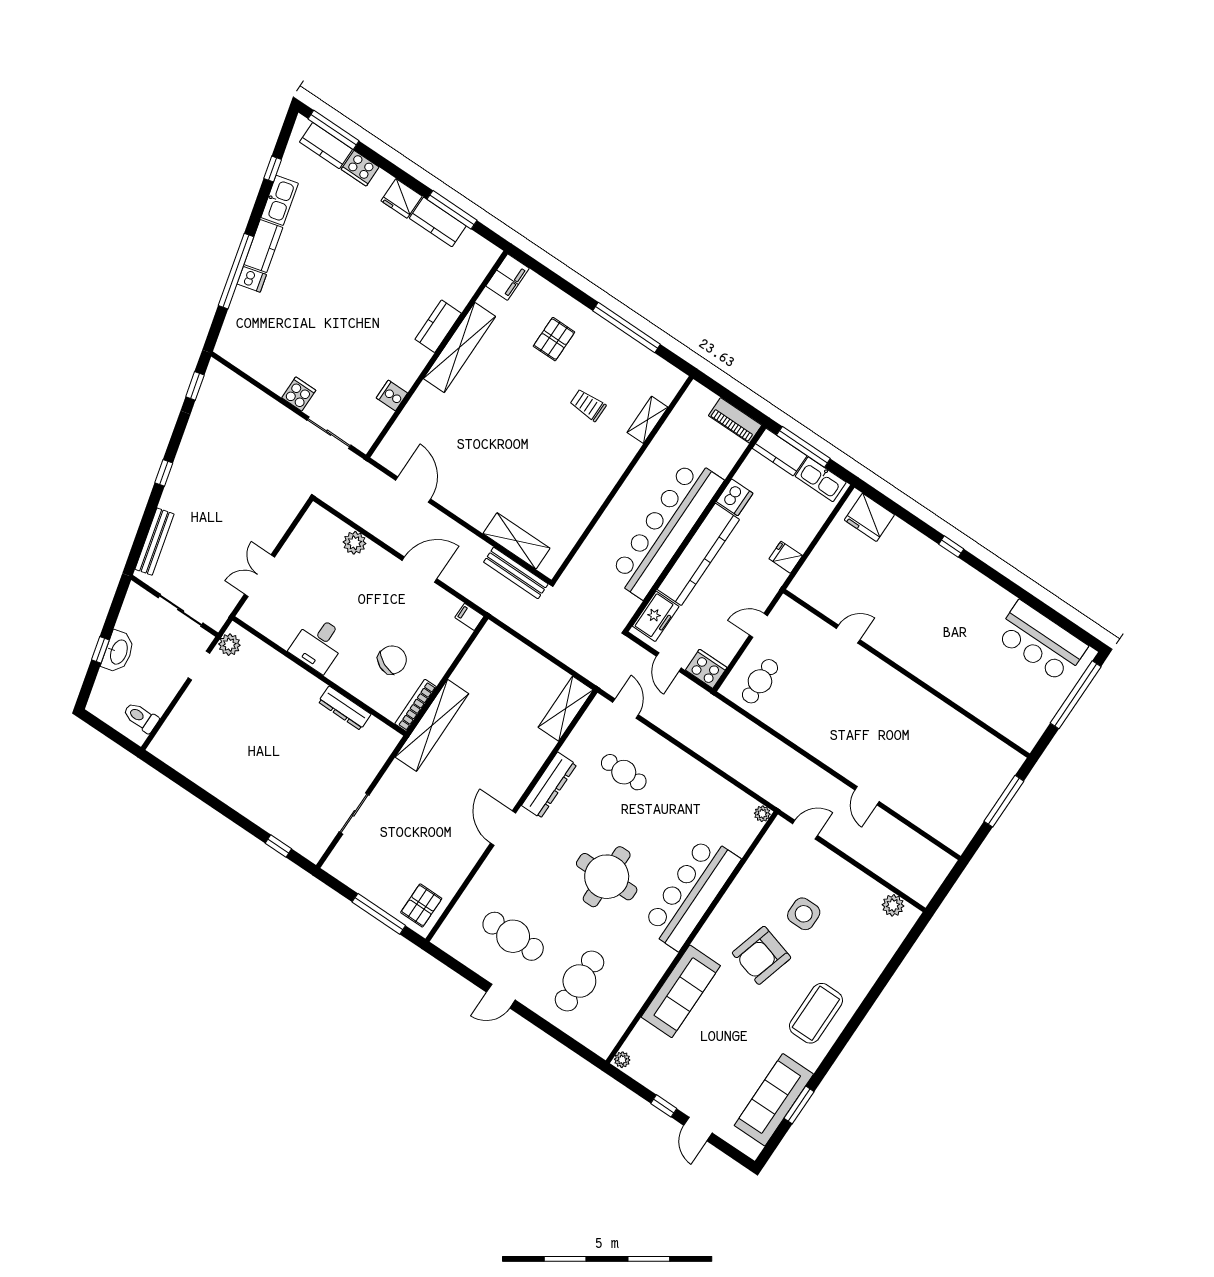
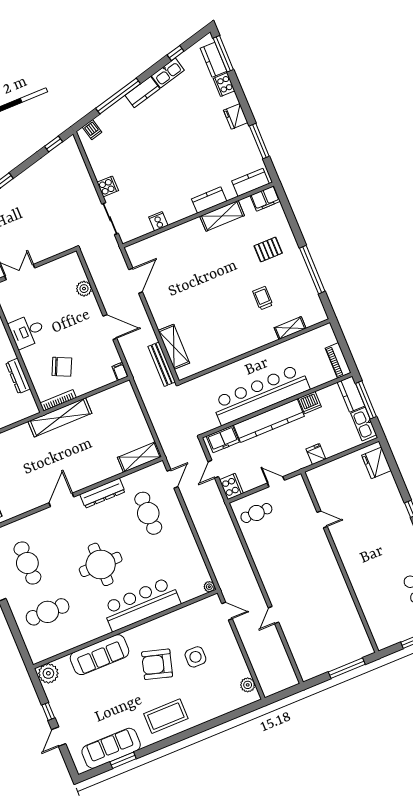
kitchen counter: (438, 222) -> (251, 182), moved, turned 90
dishwasher: (252, 279) -> (92, 130), moved
shelving: (459, 347) -> (222, 216), width x0.68
cafe table: (624, 772) -> (148, 513), width x1.37, depth x1.35
plant: (622, 1060) -> (48, 673), width x1.87, depth x1.87

